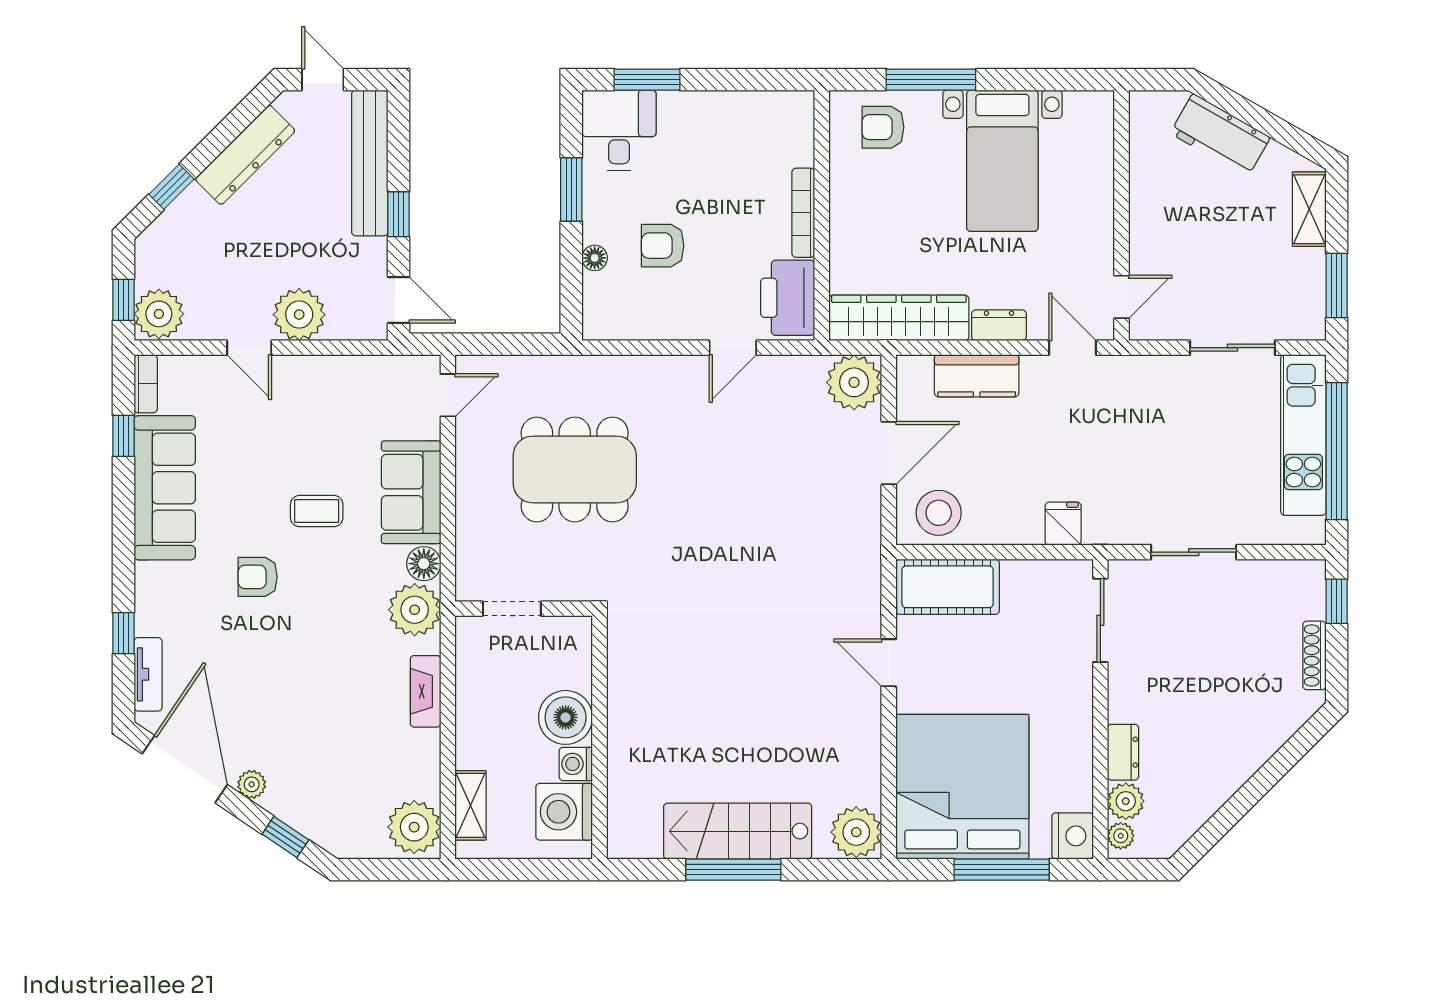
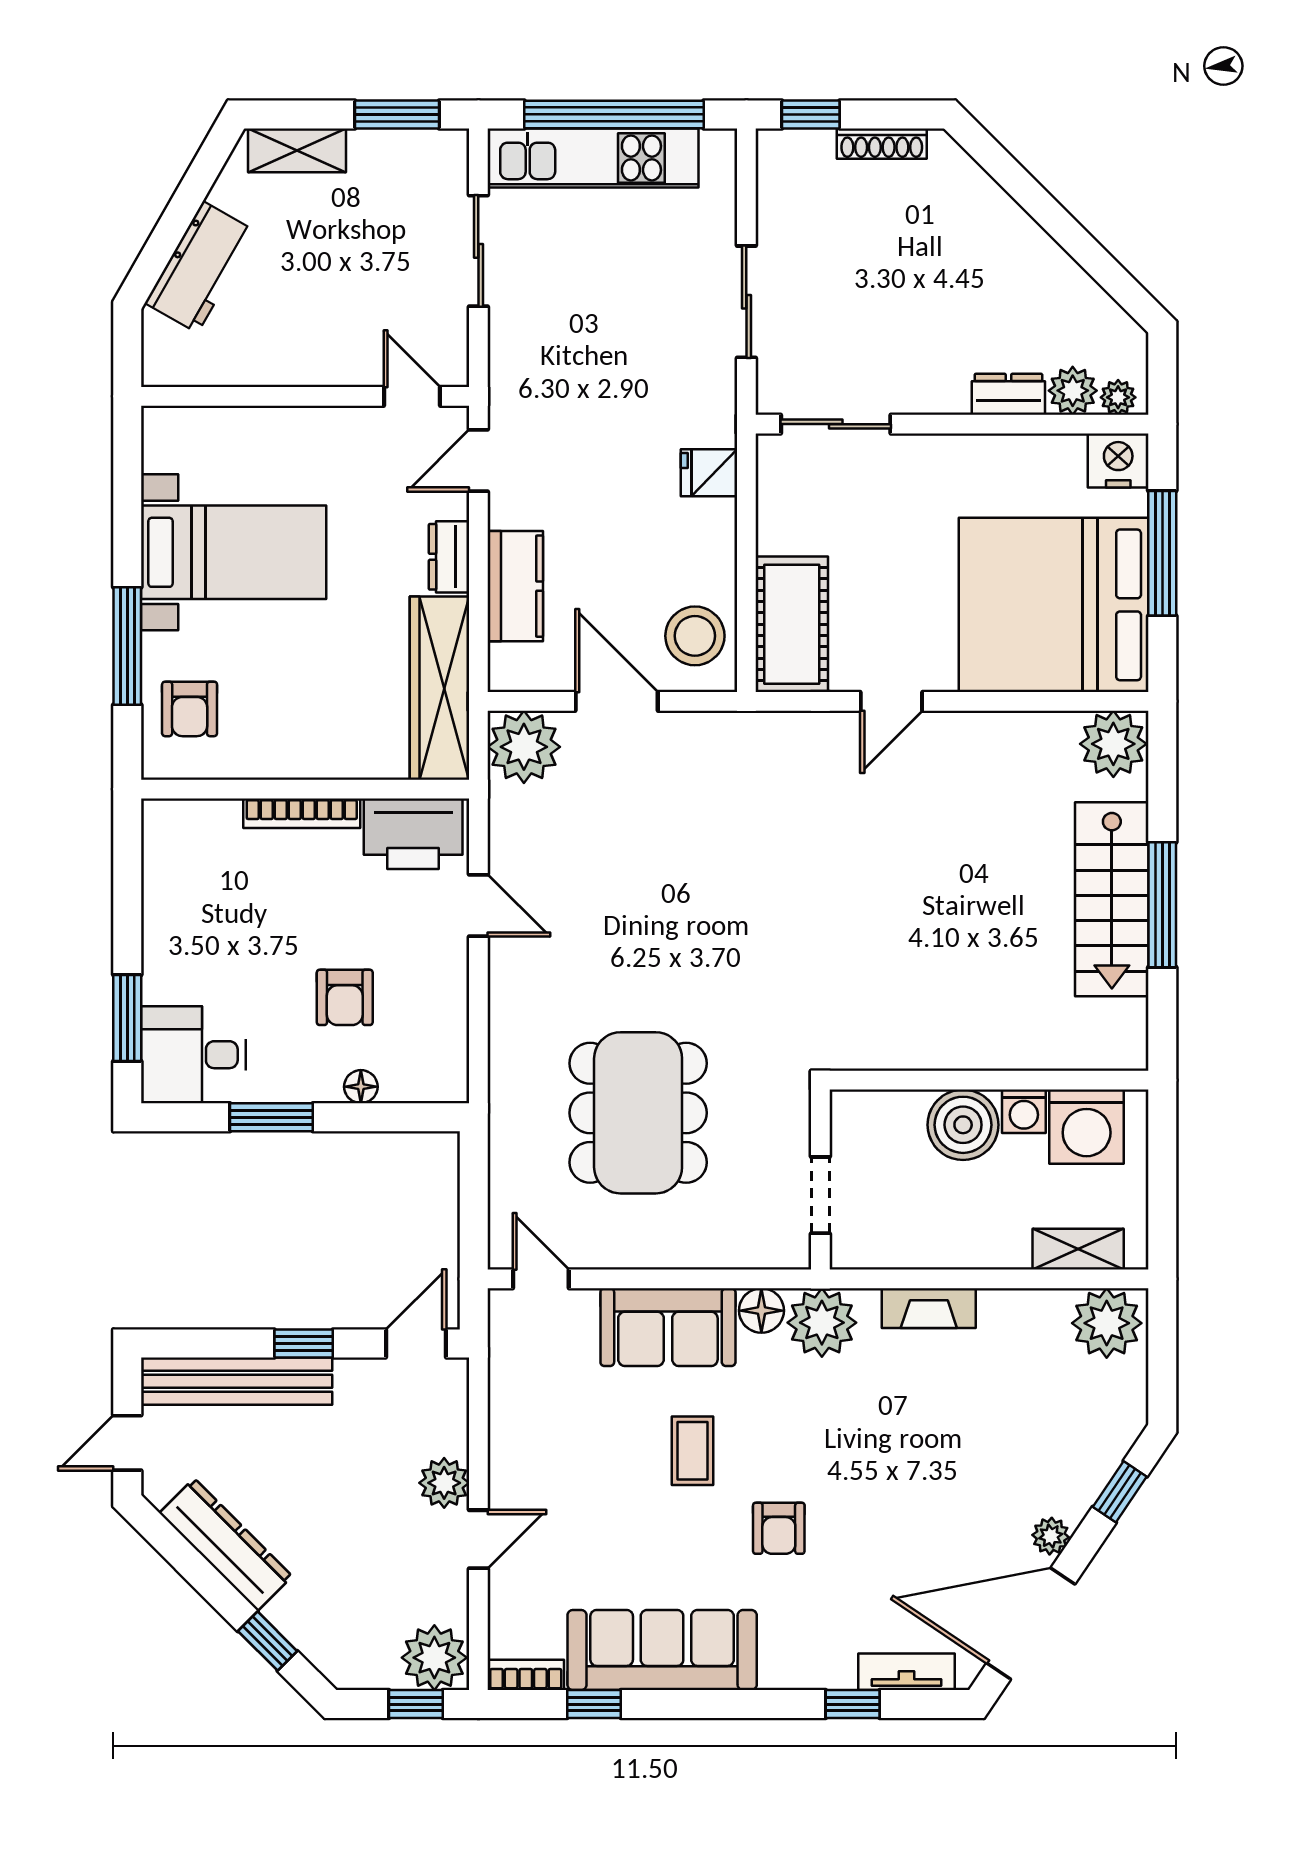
plant: (299, 315) -> (444, 1483), width x0.73, depth x0.73

